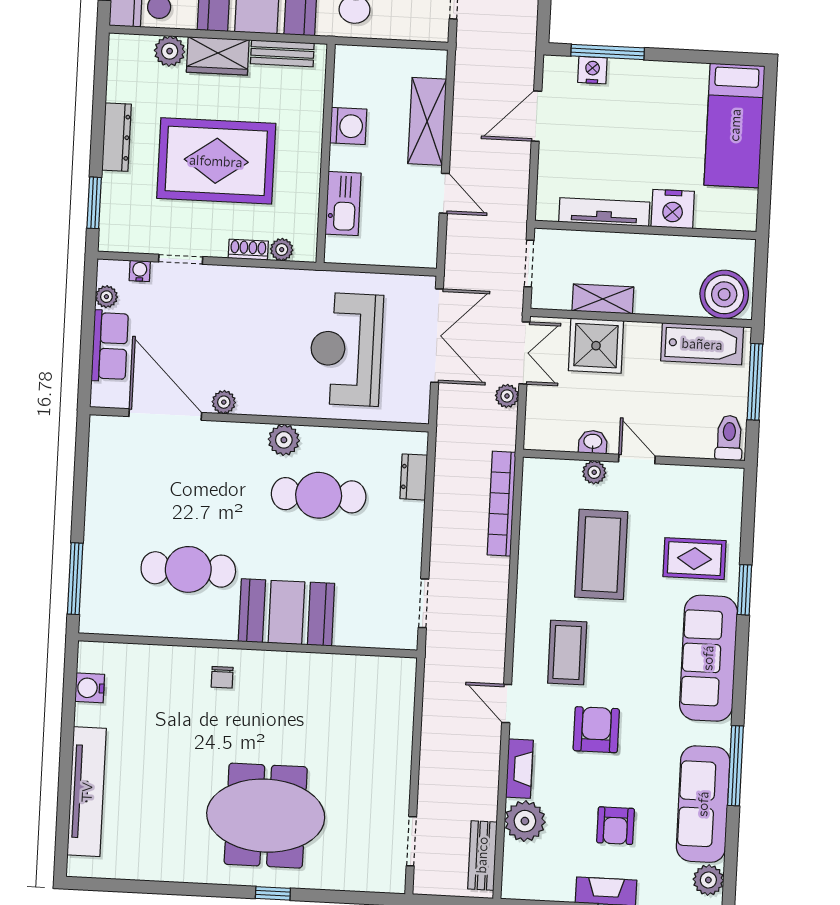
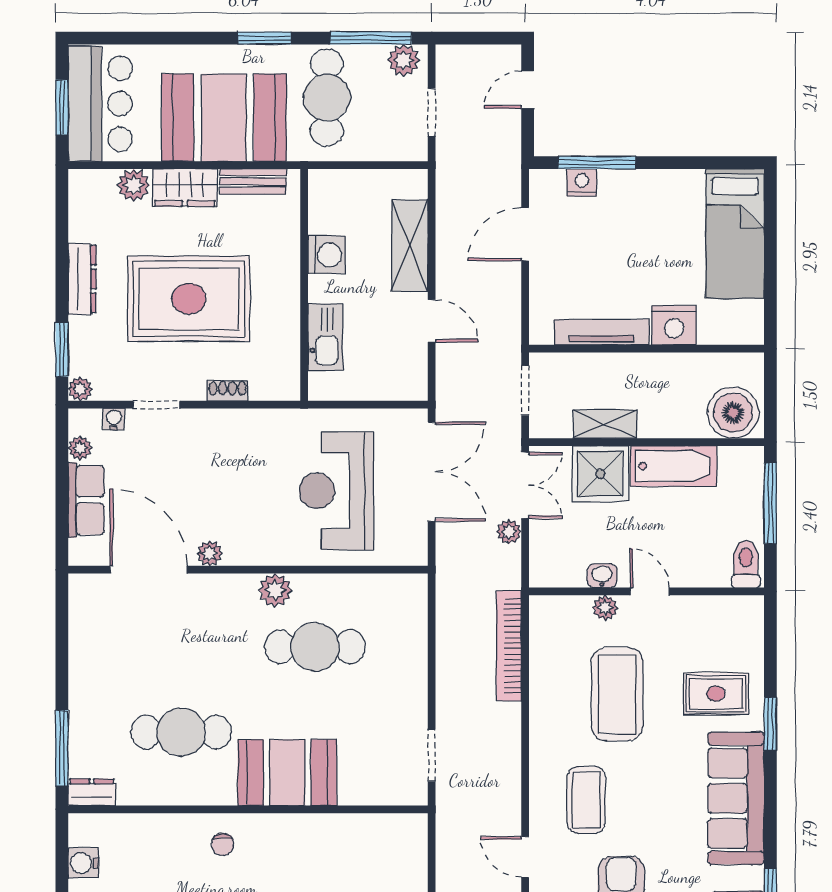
plant: (282, 250) -> (80, 389), moved
bathtub: (702, 344) -> (674, 466), moved
dresser: (414, 477) -> (92, 792), moved, turned 90

